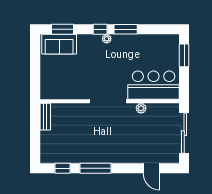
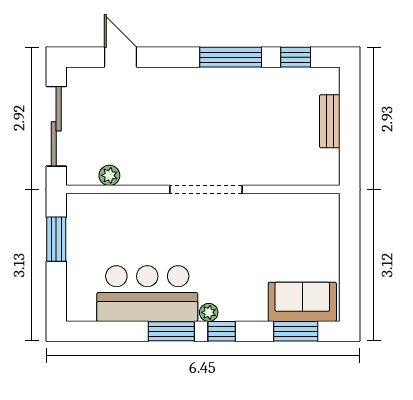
window: (184, 55) -> (56, 239), moved
bar counter: (154, 85) -> (147, 294), moved, turned 180
plant: (141, 108) -> (109, 175), moved
bench: (45, 117) -> (330, 121), moved

